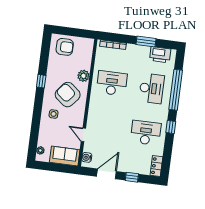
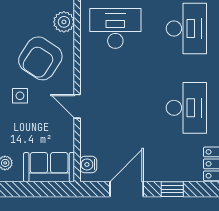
armchair: (68, 95) -> (40, 58), turned -96
desk: (146, 133) -> (186, 108), turned 90
door: (83, 135) -> (77, 106), moved

